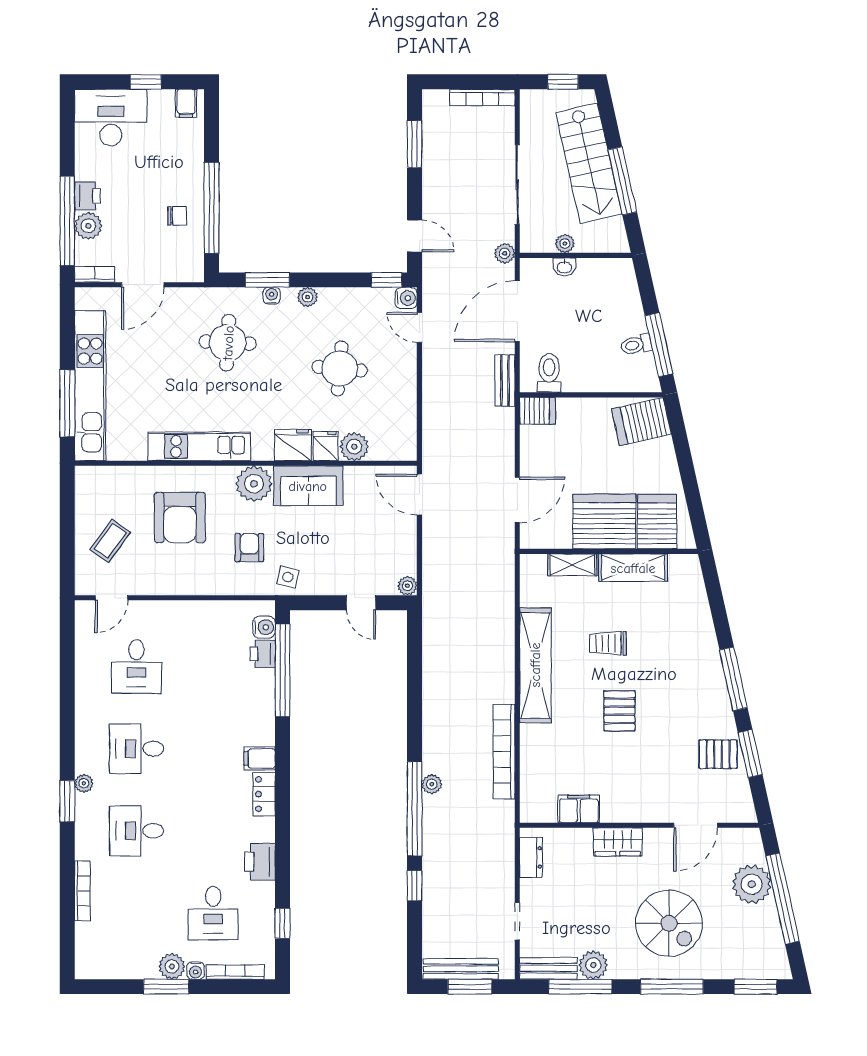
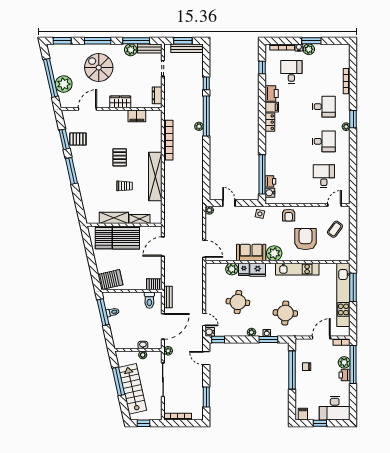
armchair: (249, 548) -> (289, 215), moved
filing cabinet: (260, 758) -> (272, 107), moved

